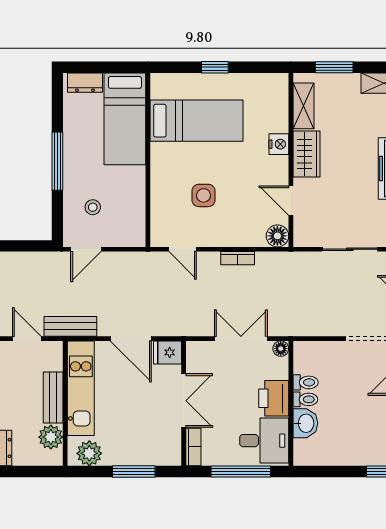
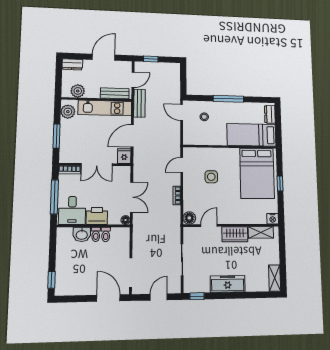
window: (334, 67) -> (282, 249), removed
bed: (196, 121) -> (257, 173), width x1.50
nightstand: (279, 144) -> (273, 219), moved
bench: (53, 397) -> (115, 93), moved

